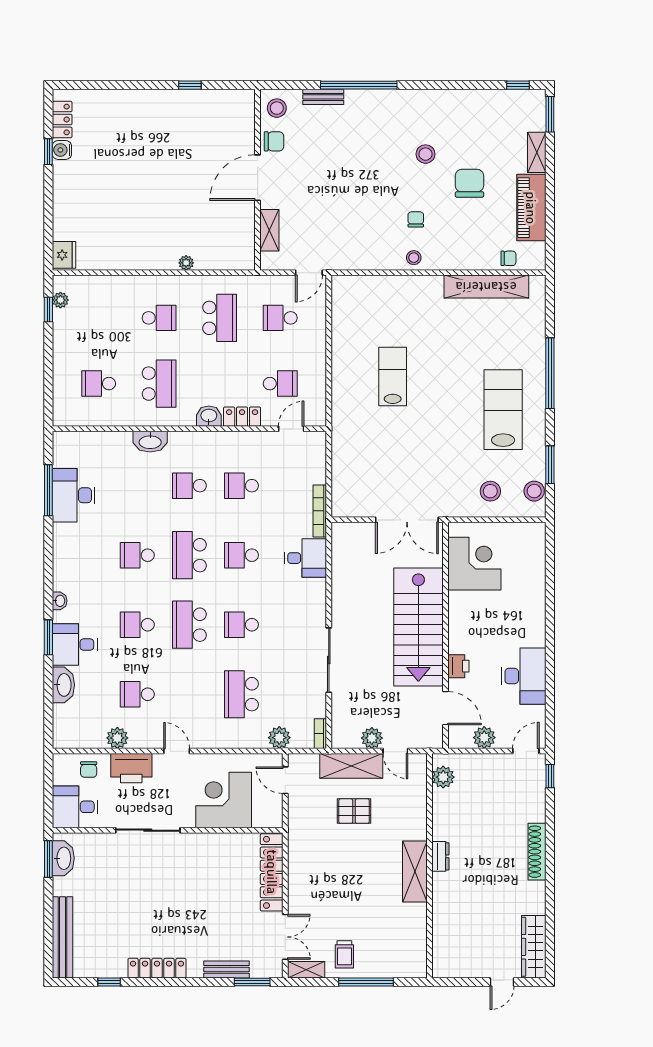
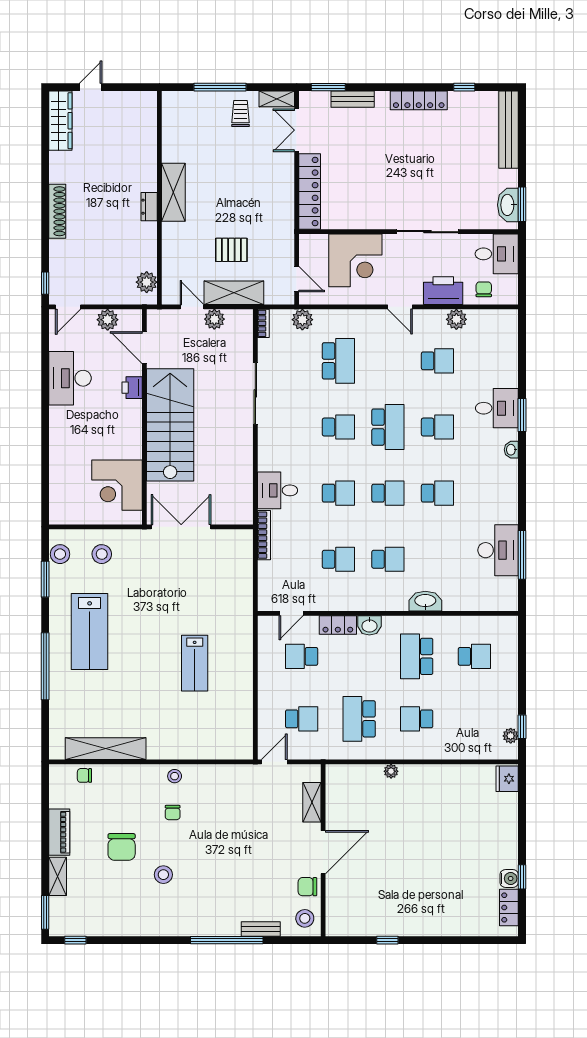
piano: (531, 208) -> (59, 832), width x0.73, depth x0.75
school desk: (189, 555) -> (388, 493), width x0.54
washbasin: (63, 685) -> (508, 370), removed

